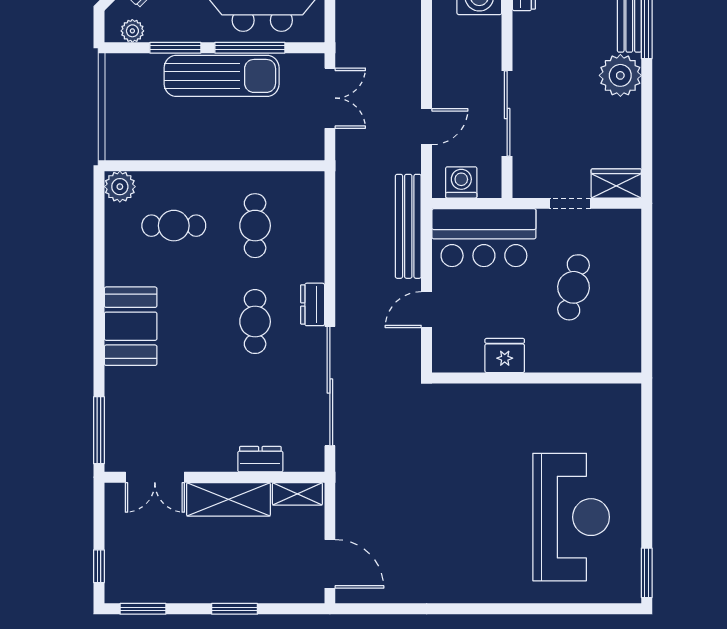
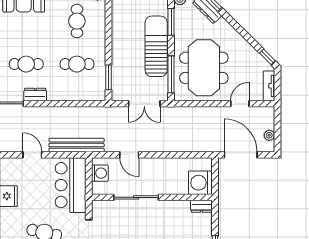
window: (250, 48) -> (171, 74), moved
sun lounger: (222, 76) -> (156, 46), turned 180
window: (280, 166) -> (109, 77), added

